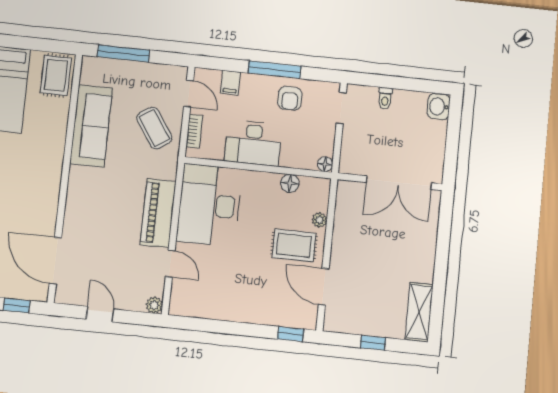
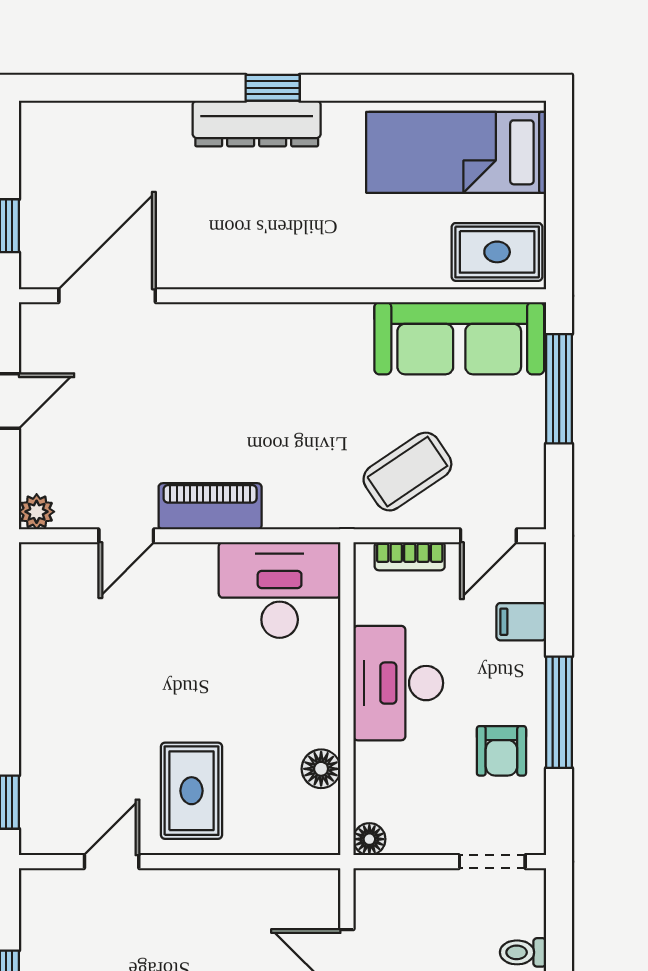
armchair: (290, 98) -> (501, 751), turned -90
sofa: (91, 126) -> (459, 338), moved
desk: (209, 205) -> (280, 590), width x0.73, depth x0.77
piano: (158, 213) -> (210, 506), width x0.73, depth x0.75
plant: (319, 220) -> (250, 839), removed
door: (324, 287) -> (112, 862), width x0.73

